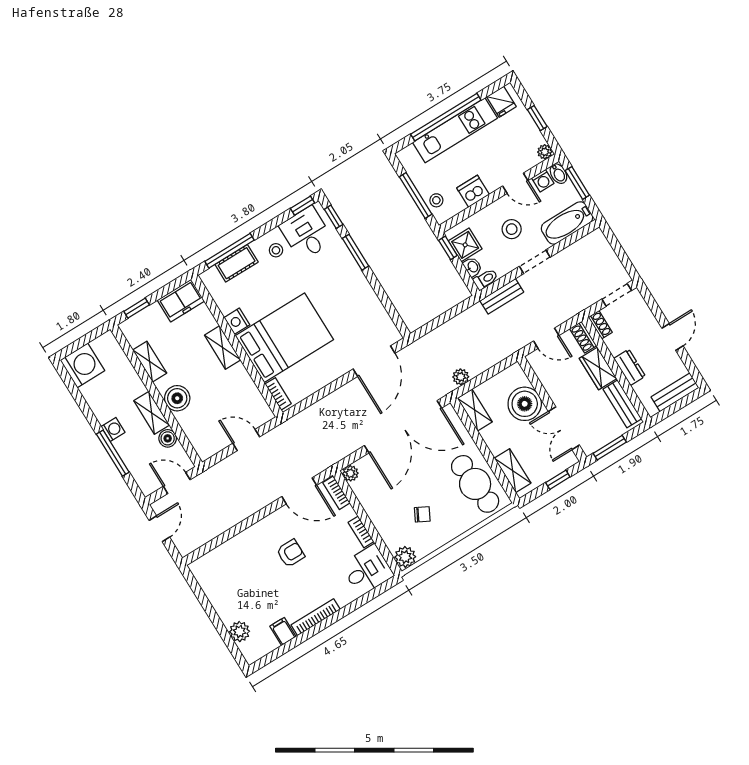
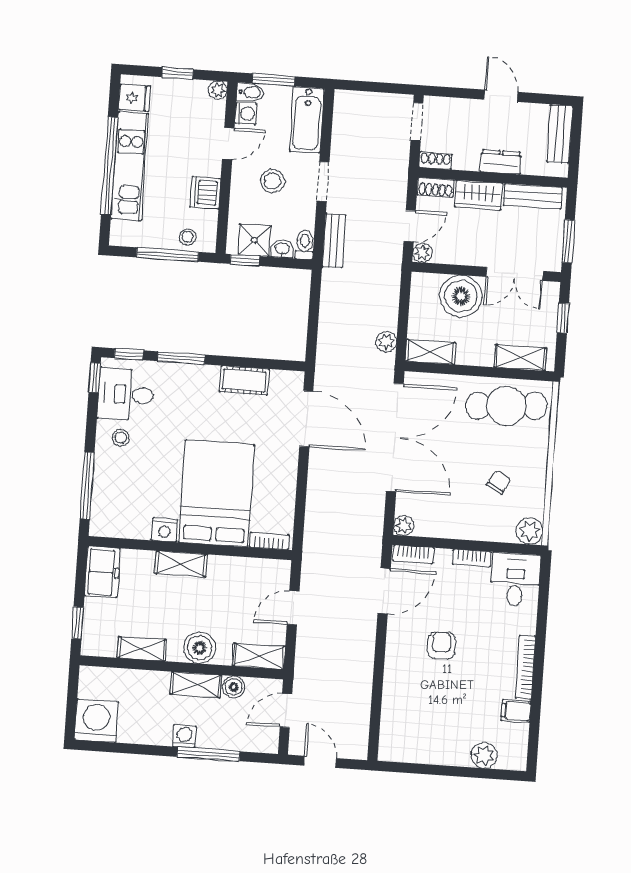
cot: (237, 263) -> (244, 380), moved, turned 90
plant: (535, 359) -> (422, 253), added
shelving: (199, 440) -> (259, 656), added

